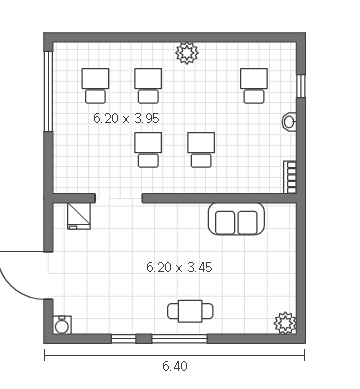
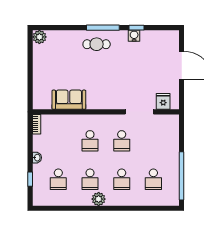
school desk: (201, 86) -> (90, 179), added
water cooler: (62, 325) -> (134, 36), moved

